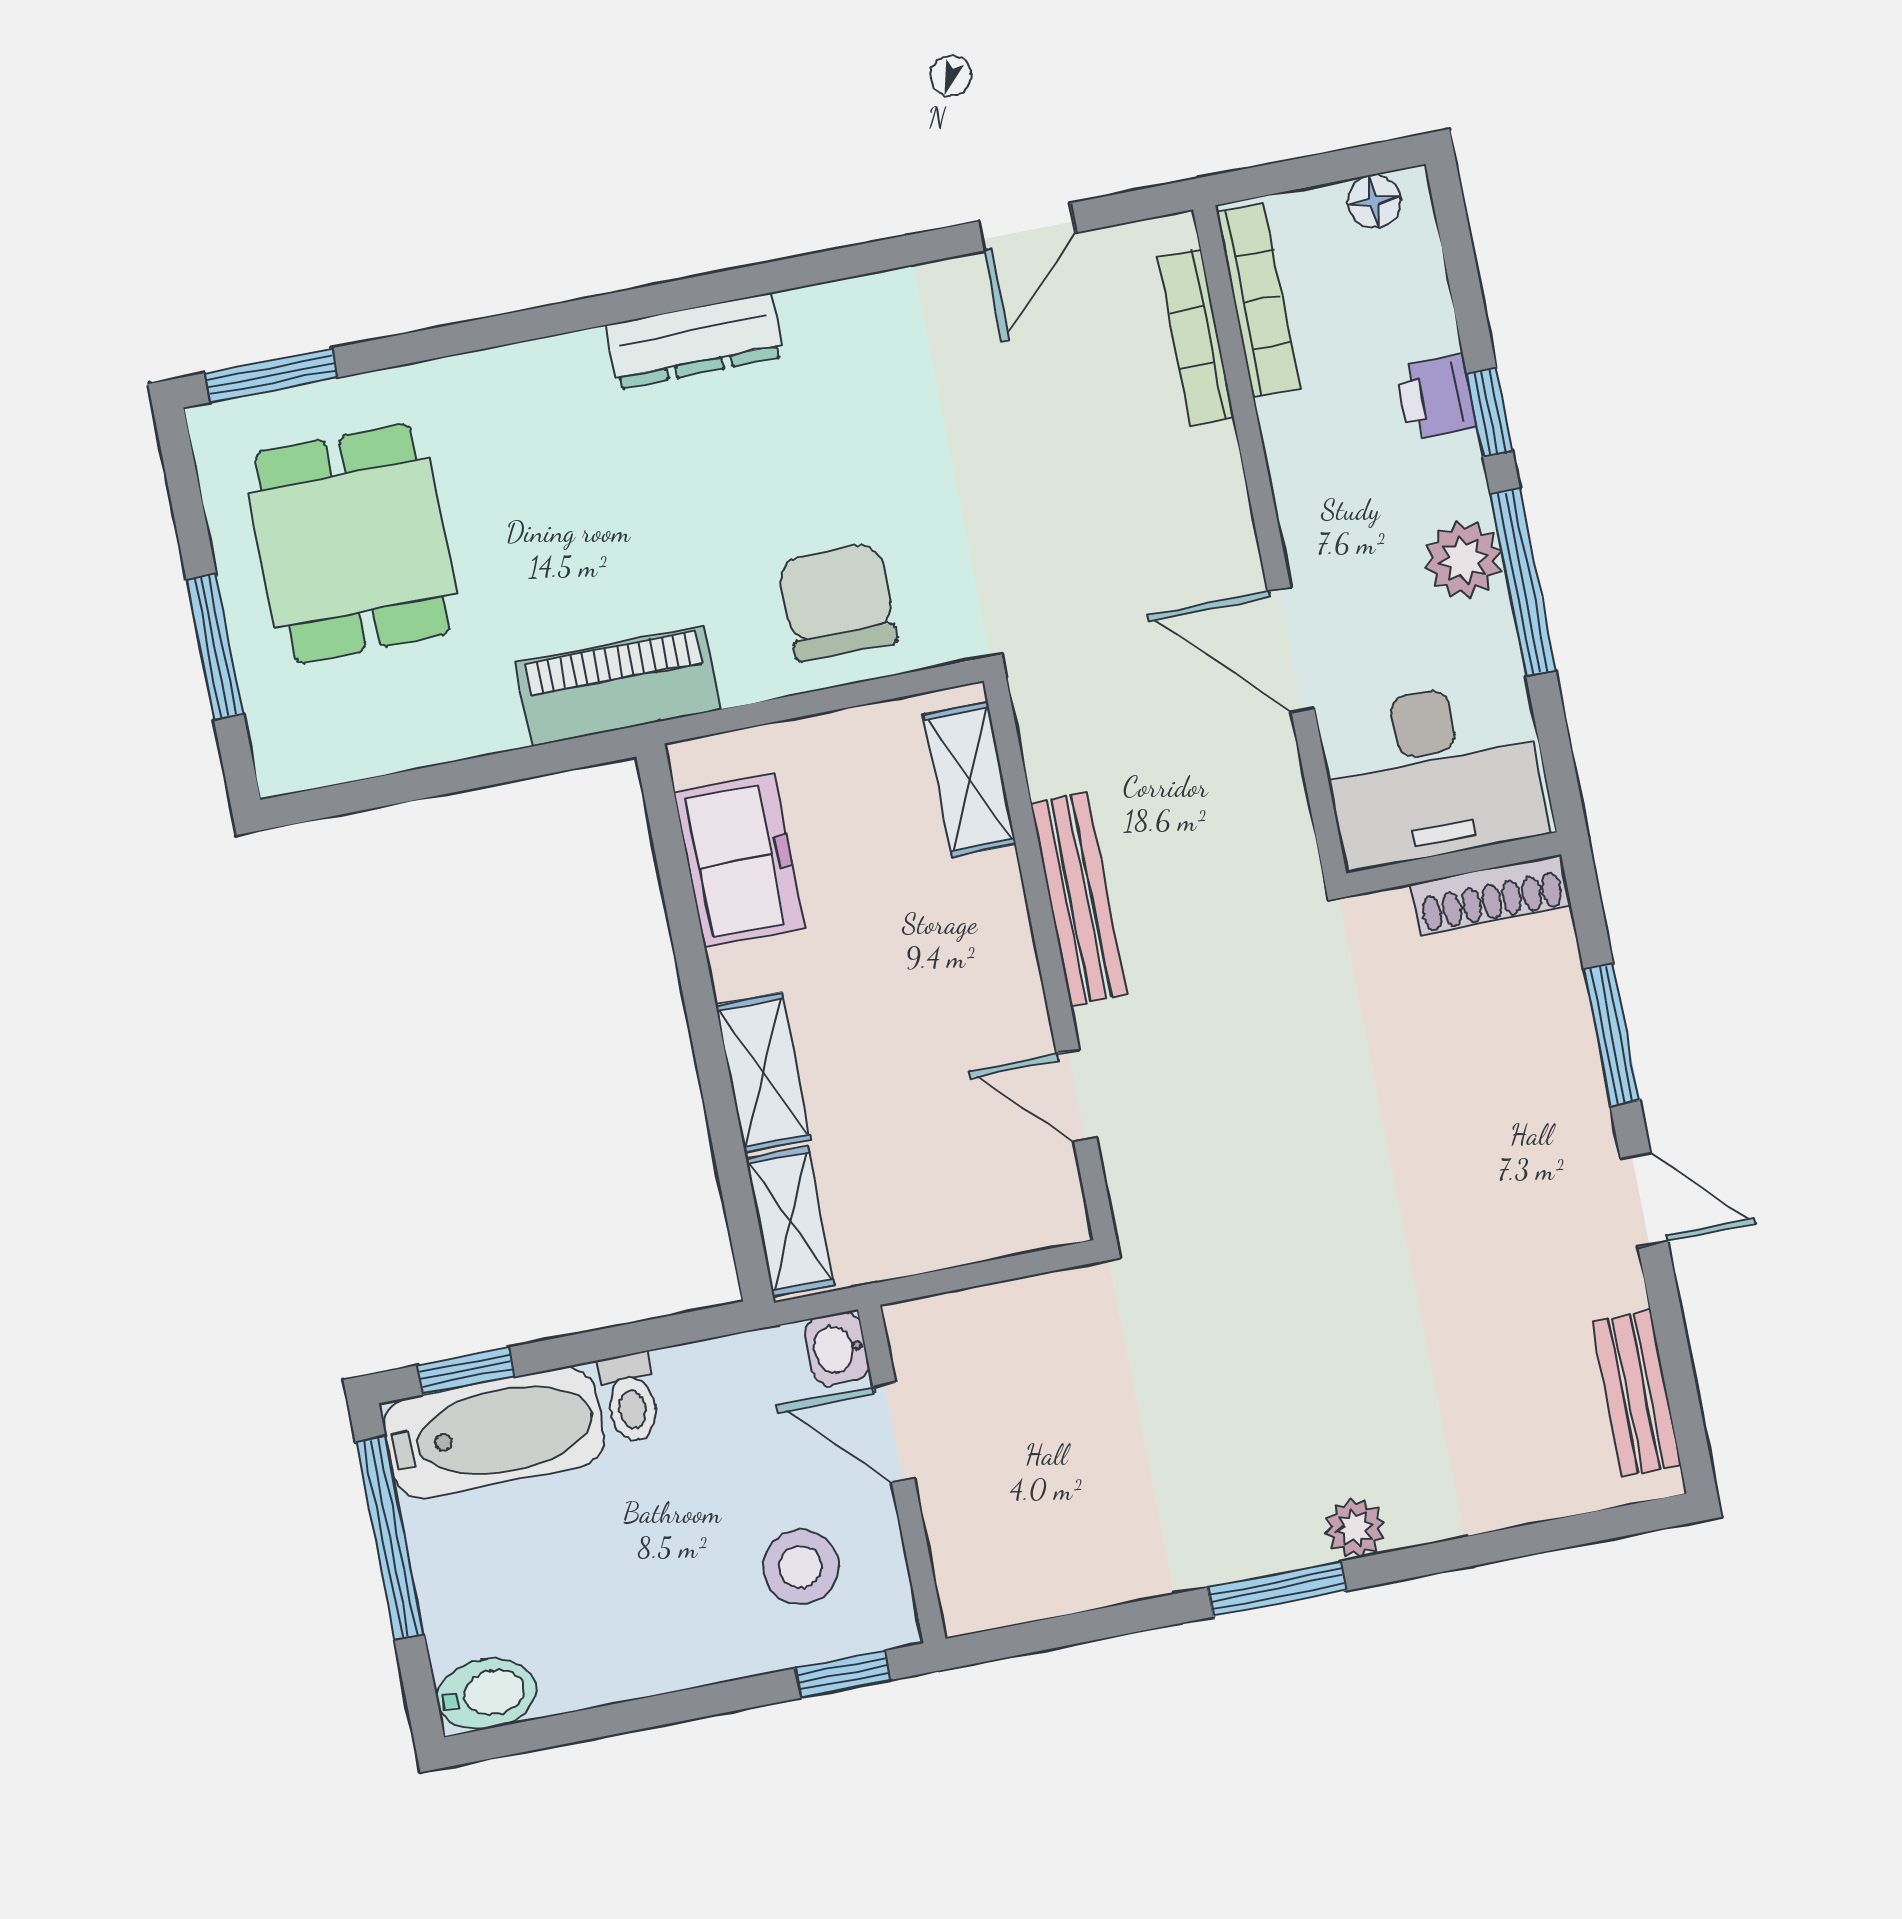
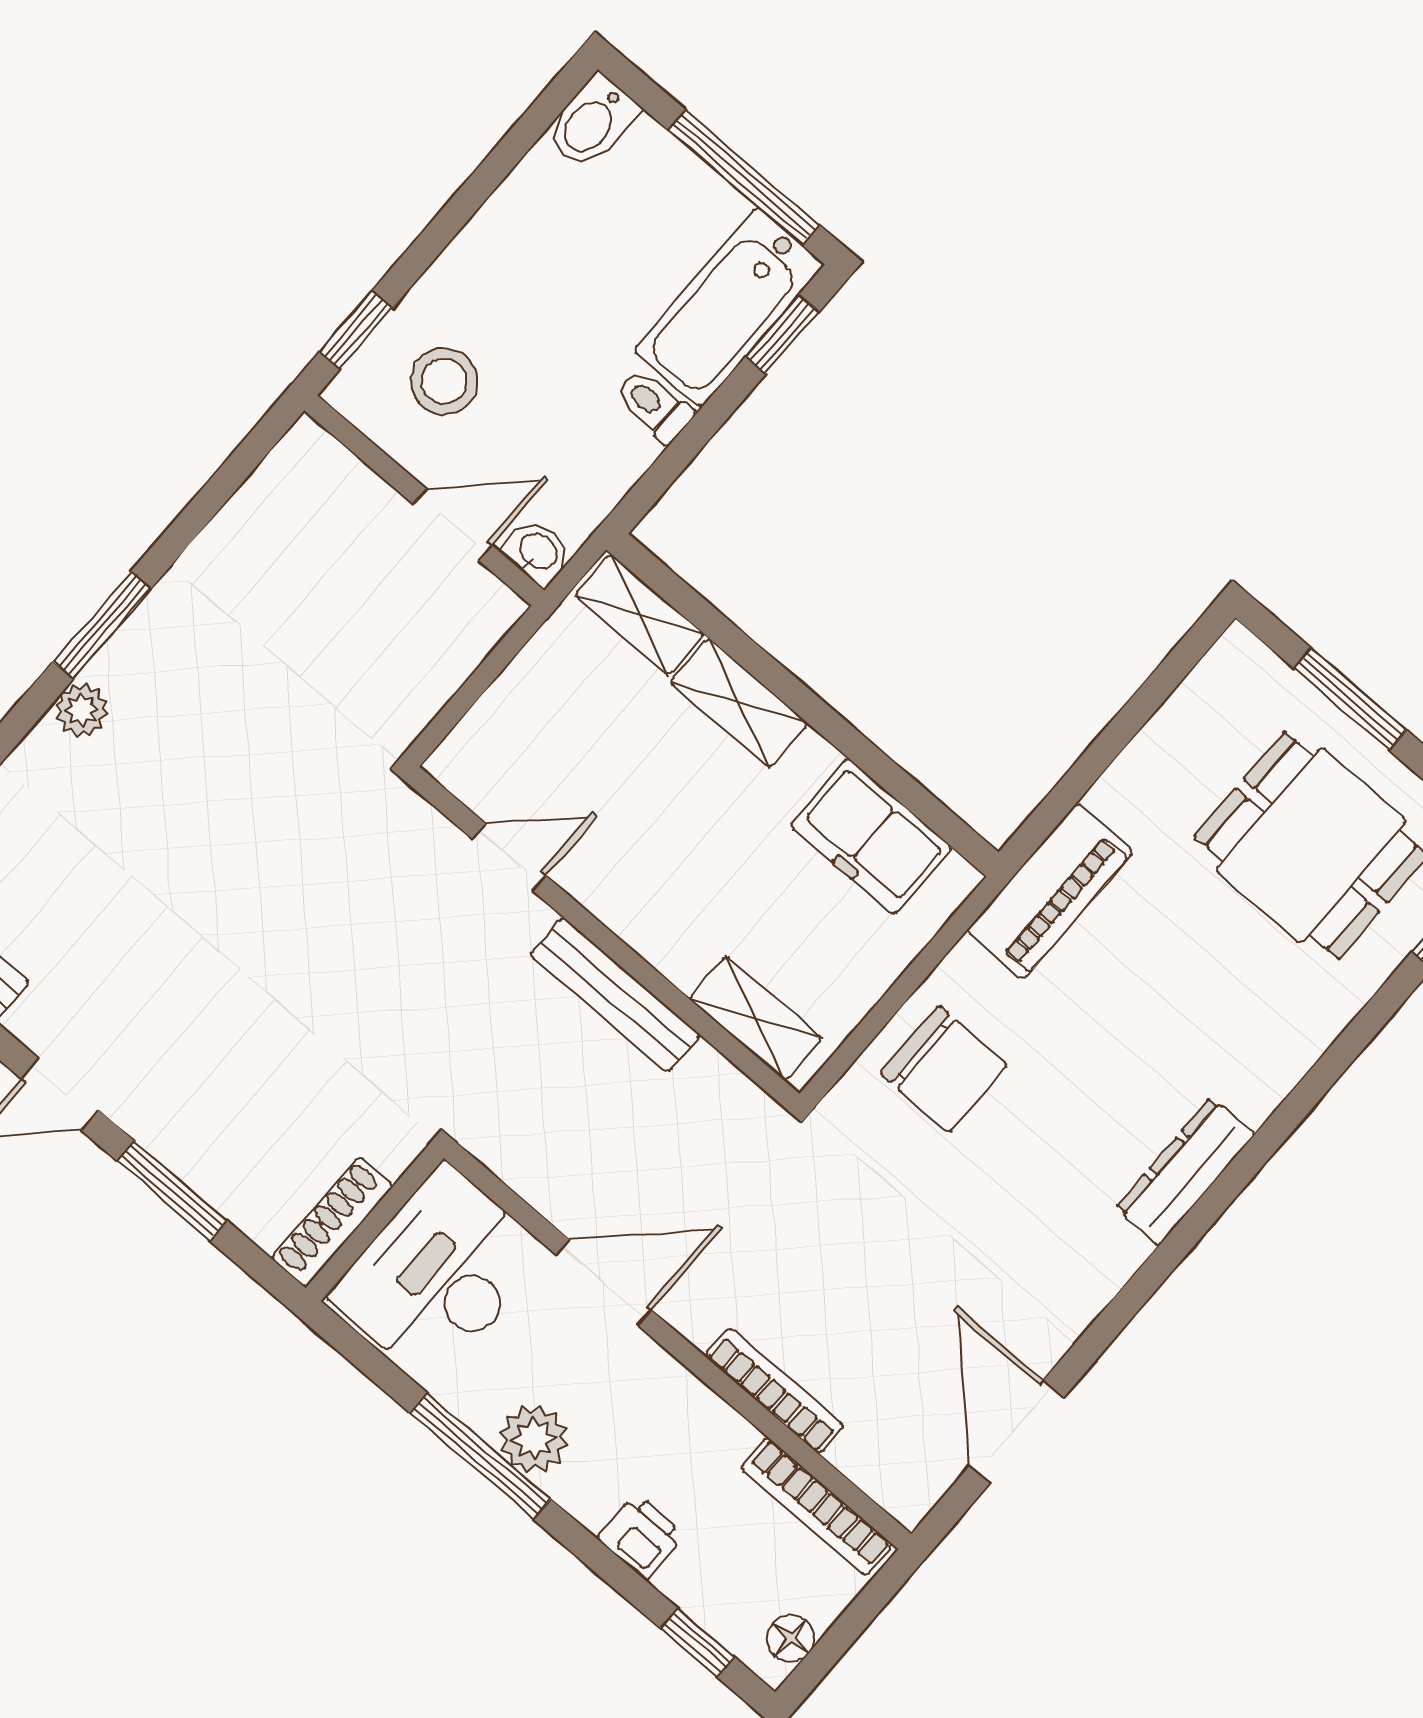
door: (1027, 227) -> (1017, 1432), width x1.38
bookcase: (1196, 337) -> (774, 1391), moved
window: (1490, 413) -> (698, 1643), moved

